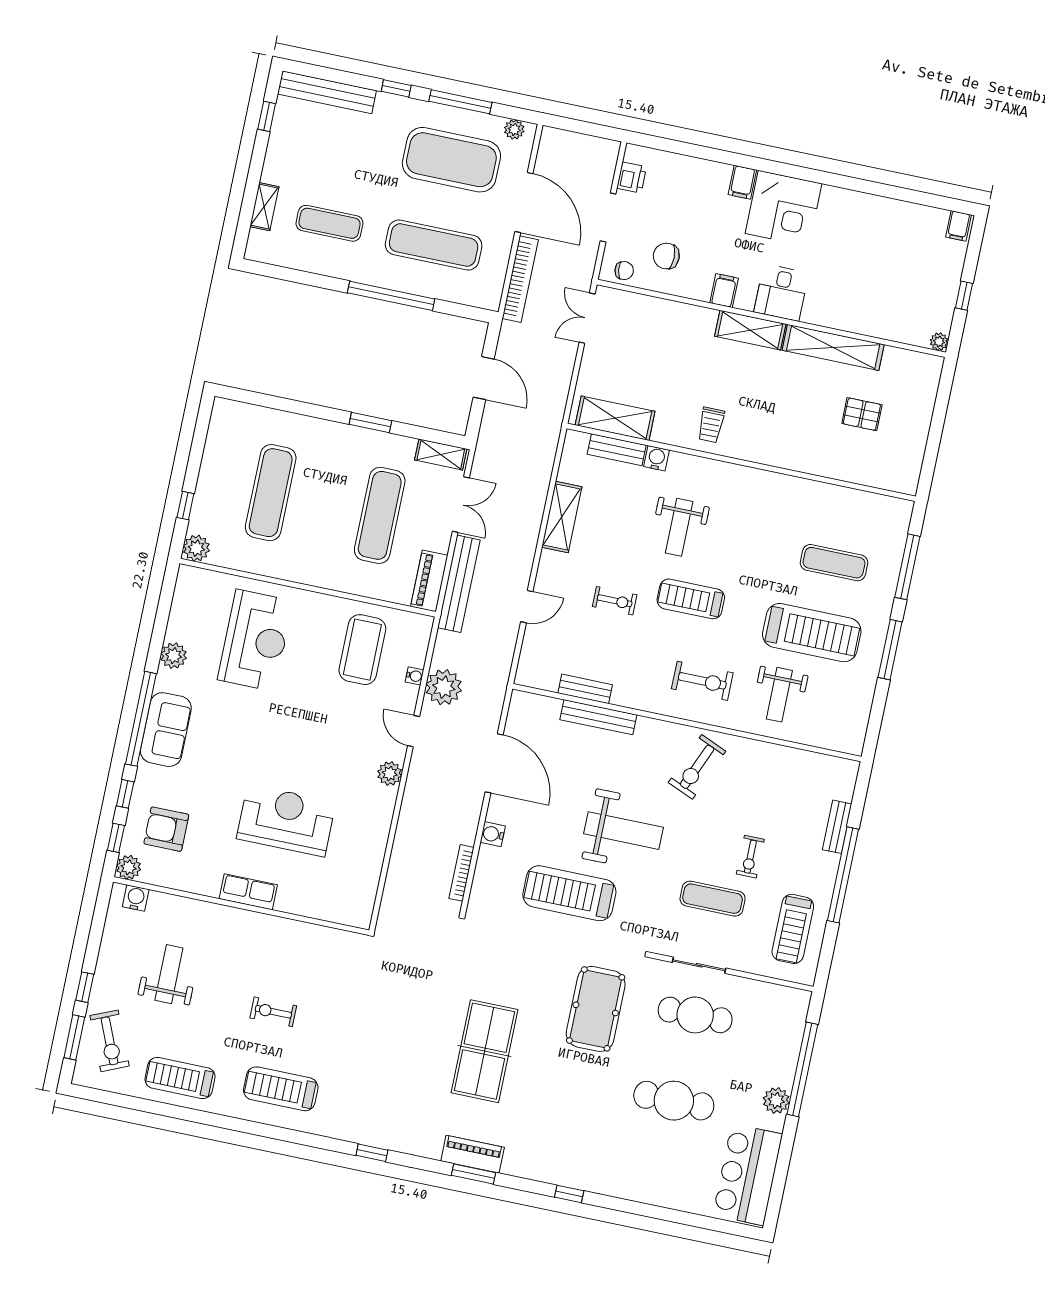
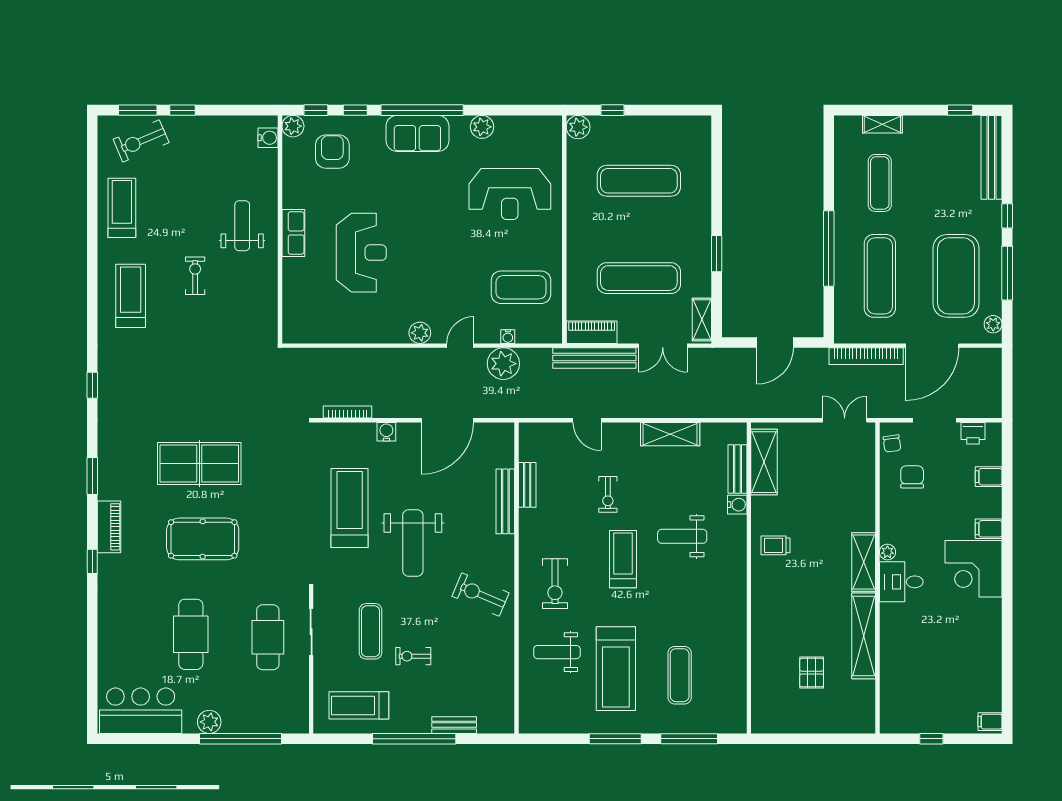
filing cabinet: (724, 291) -> (989, 477), moved, turned 180
plant: (939, 342) -> (887, 552), moved
weight bench: (169, 974) -> (242, 226), moved, turned -90
pool table: (596, 1009) -> (203, 539), moved
piano: (473, 1154) -> (109, 527), moved

